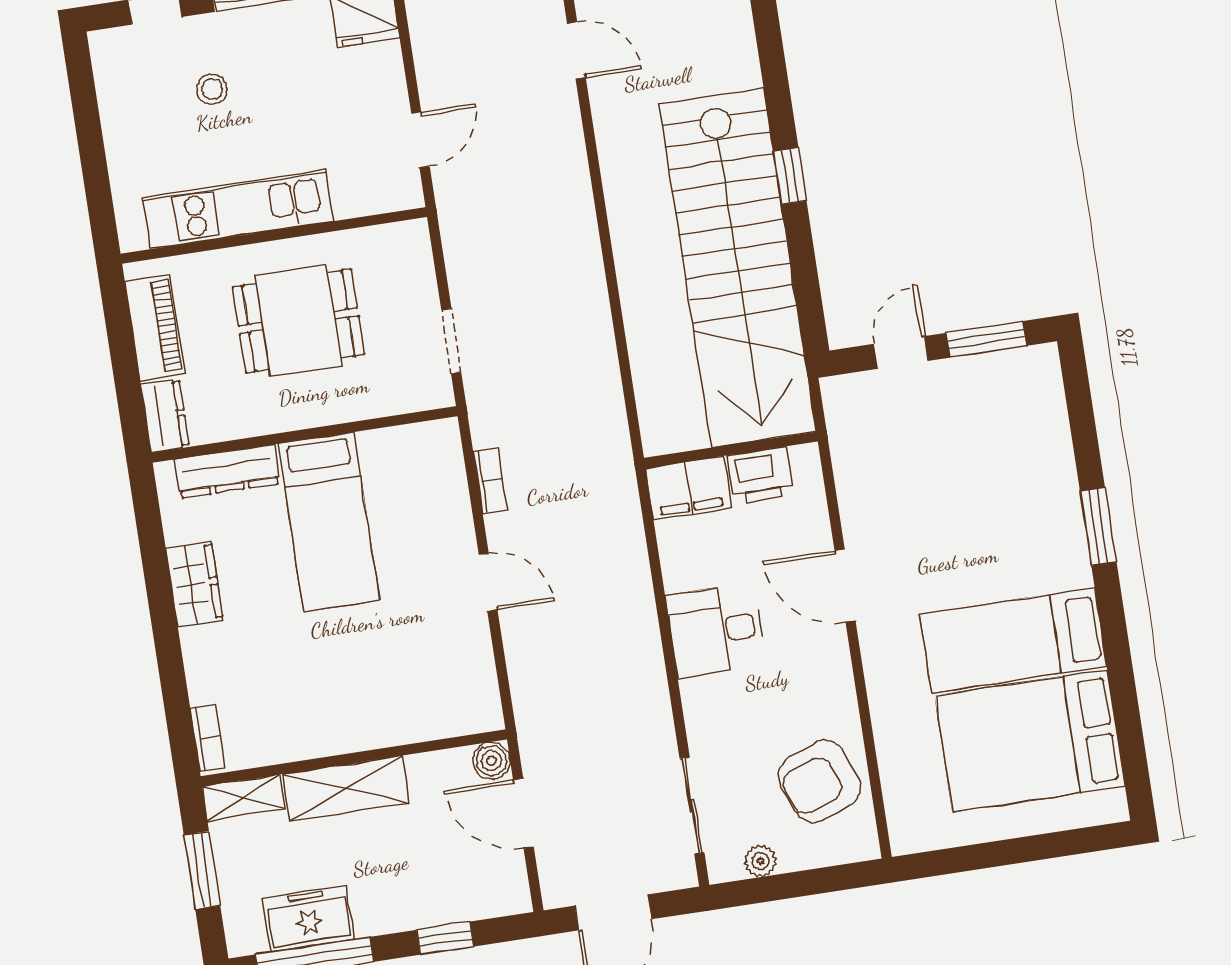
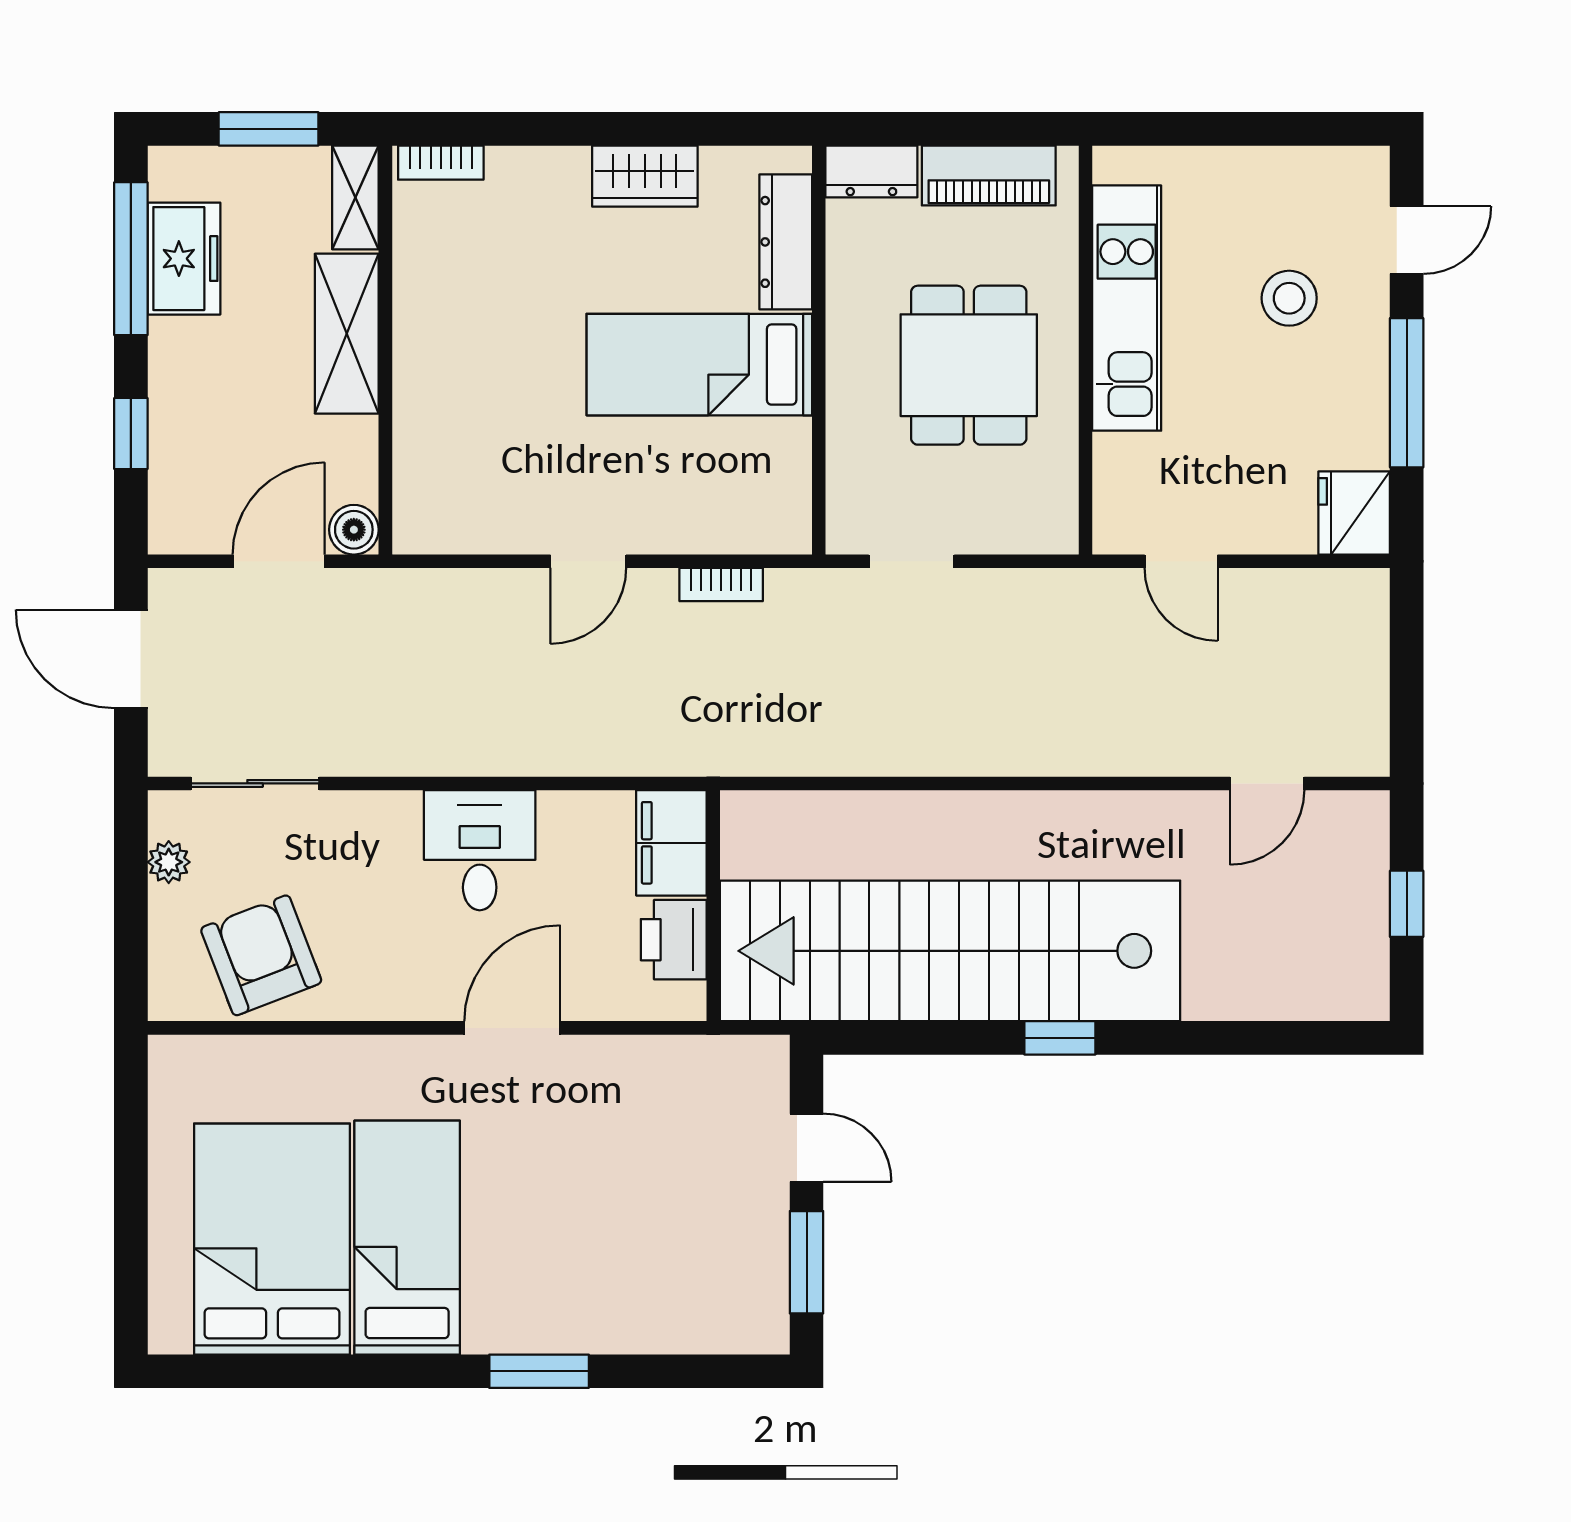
stool: (212, 89) -> (1289, 298), width x1.37, depth x1.37

